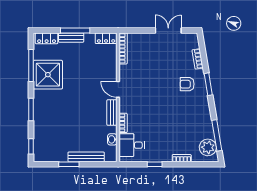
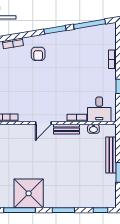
window: (208, 84) -> (55, 30), moved
plant: (208, 147) -> (101, 33), removed

